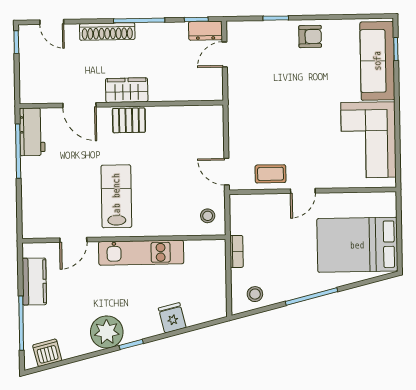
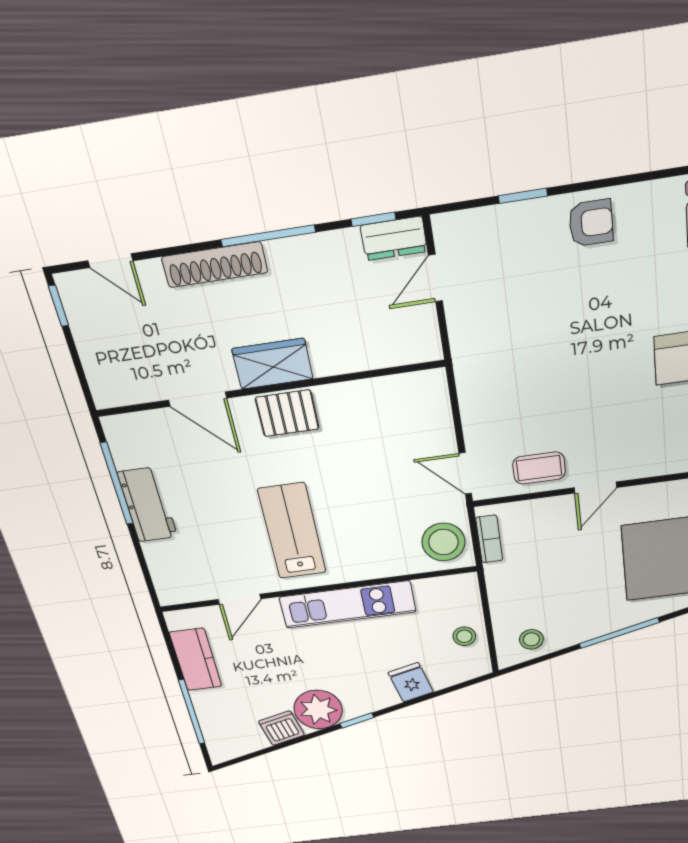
workbench: (32, 132) -> (148, 505), moved
stool: (208, 216) -> (443, 542), width x1.89, depth x1.89
bookcase: (237, 251) -> (489, 539), moved
stool: (212, 286) -> (464, 636), added
dishwasher: (47, 353) -> (281, 728), moved

